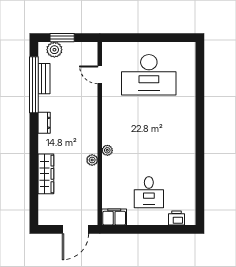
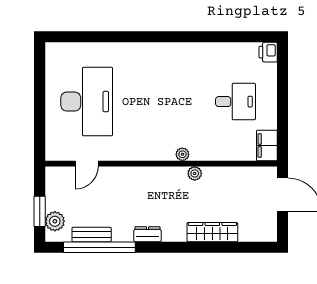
printer: (177, 218) -> (268, 52), moved

